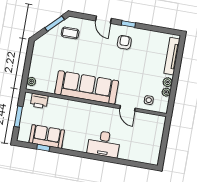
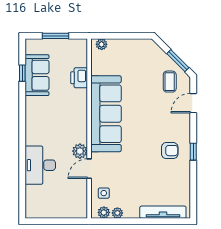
door: (103, 20) -> (193, 103), moved
plant: (168, 82) -> (104, 212), moved
printer: (39, 101) -> (79, 78), moved
plant: (112, 113) -> (80, 151), added
desk: (104, 144) -> (40, 165), moved

